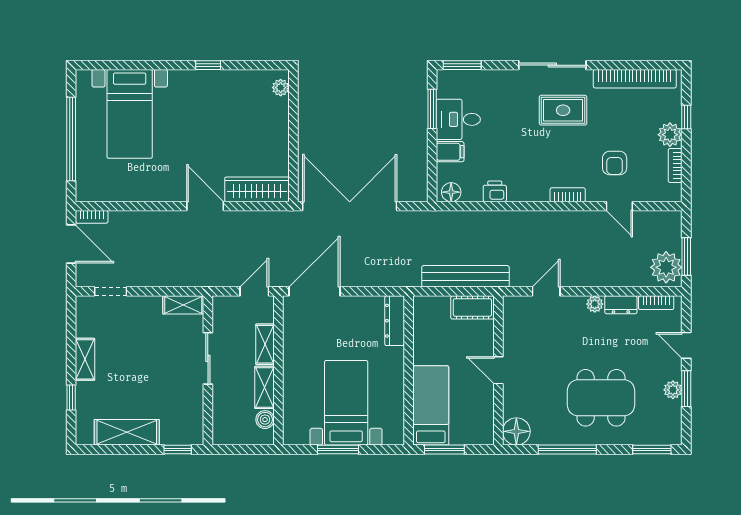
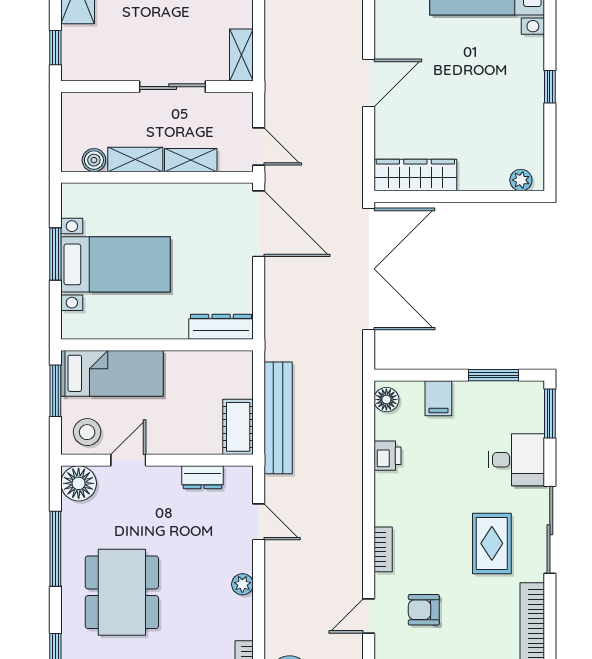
desk: (458, 119) -> (516, 460), moved, turned 90
wardrobe: (257, 189) -> (415, 175), moved, turned -90
dresser: (621, 305) -> (203, 477), moved, turned -90
door: (498, 370) -> (128, 460), moved
stool: (476, 425) -> (87, 432), added

